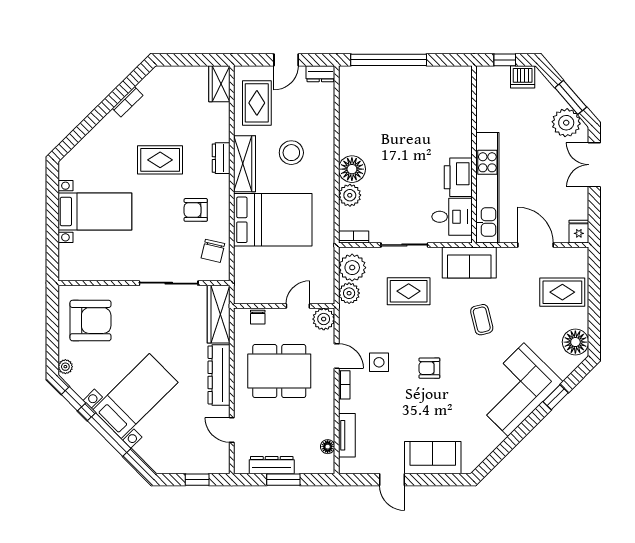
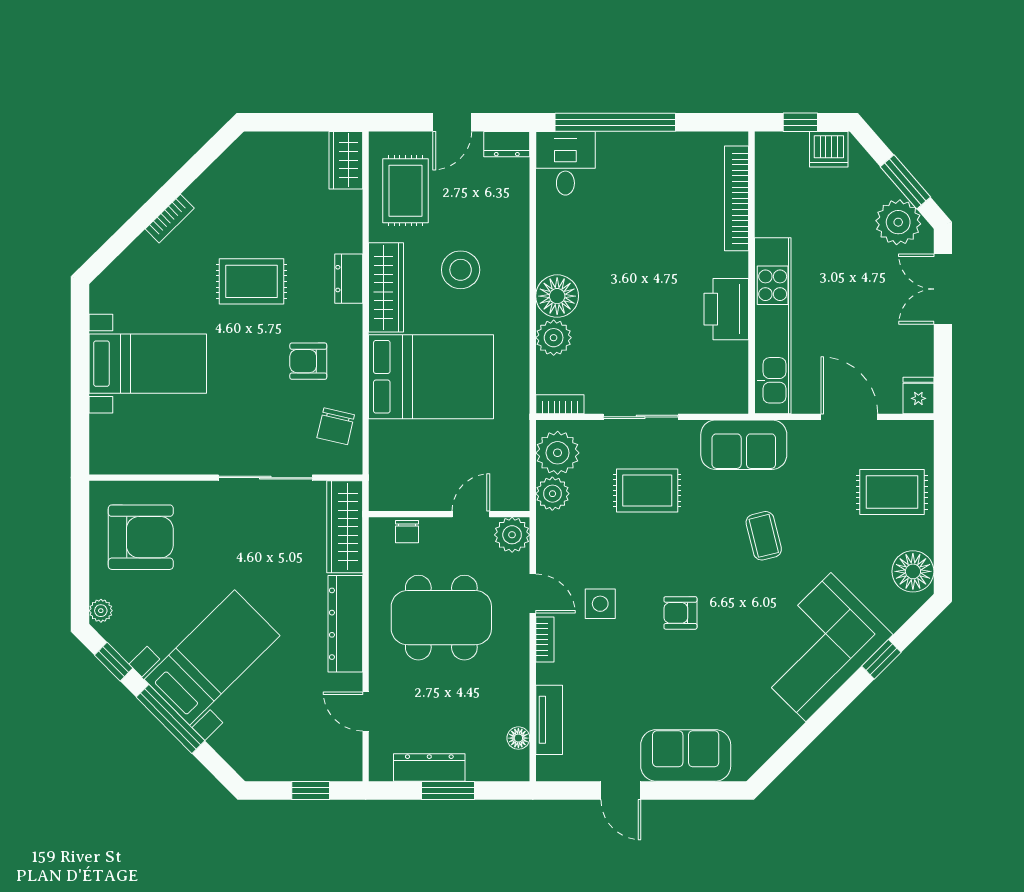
bookcase: (128, 102) -> (170, 219), moved
bookcase: (465, 108) -> (737, 198), added
desk: (452, 217) -> (565, 163), moved, turned -90

